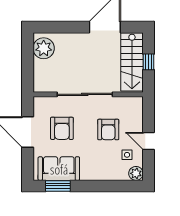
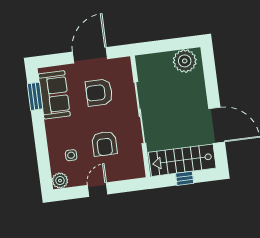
armchair: (108, 130) -> (104, 144), turned -90
side table: (127, 155) -> (71, 155), moved

